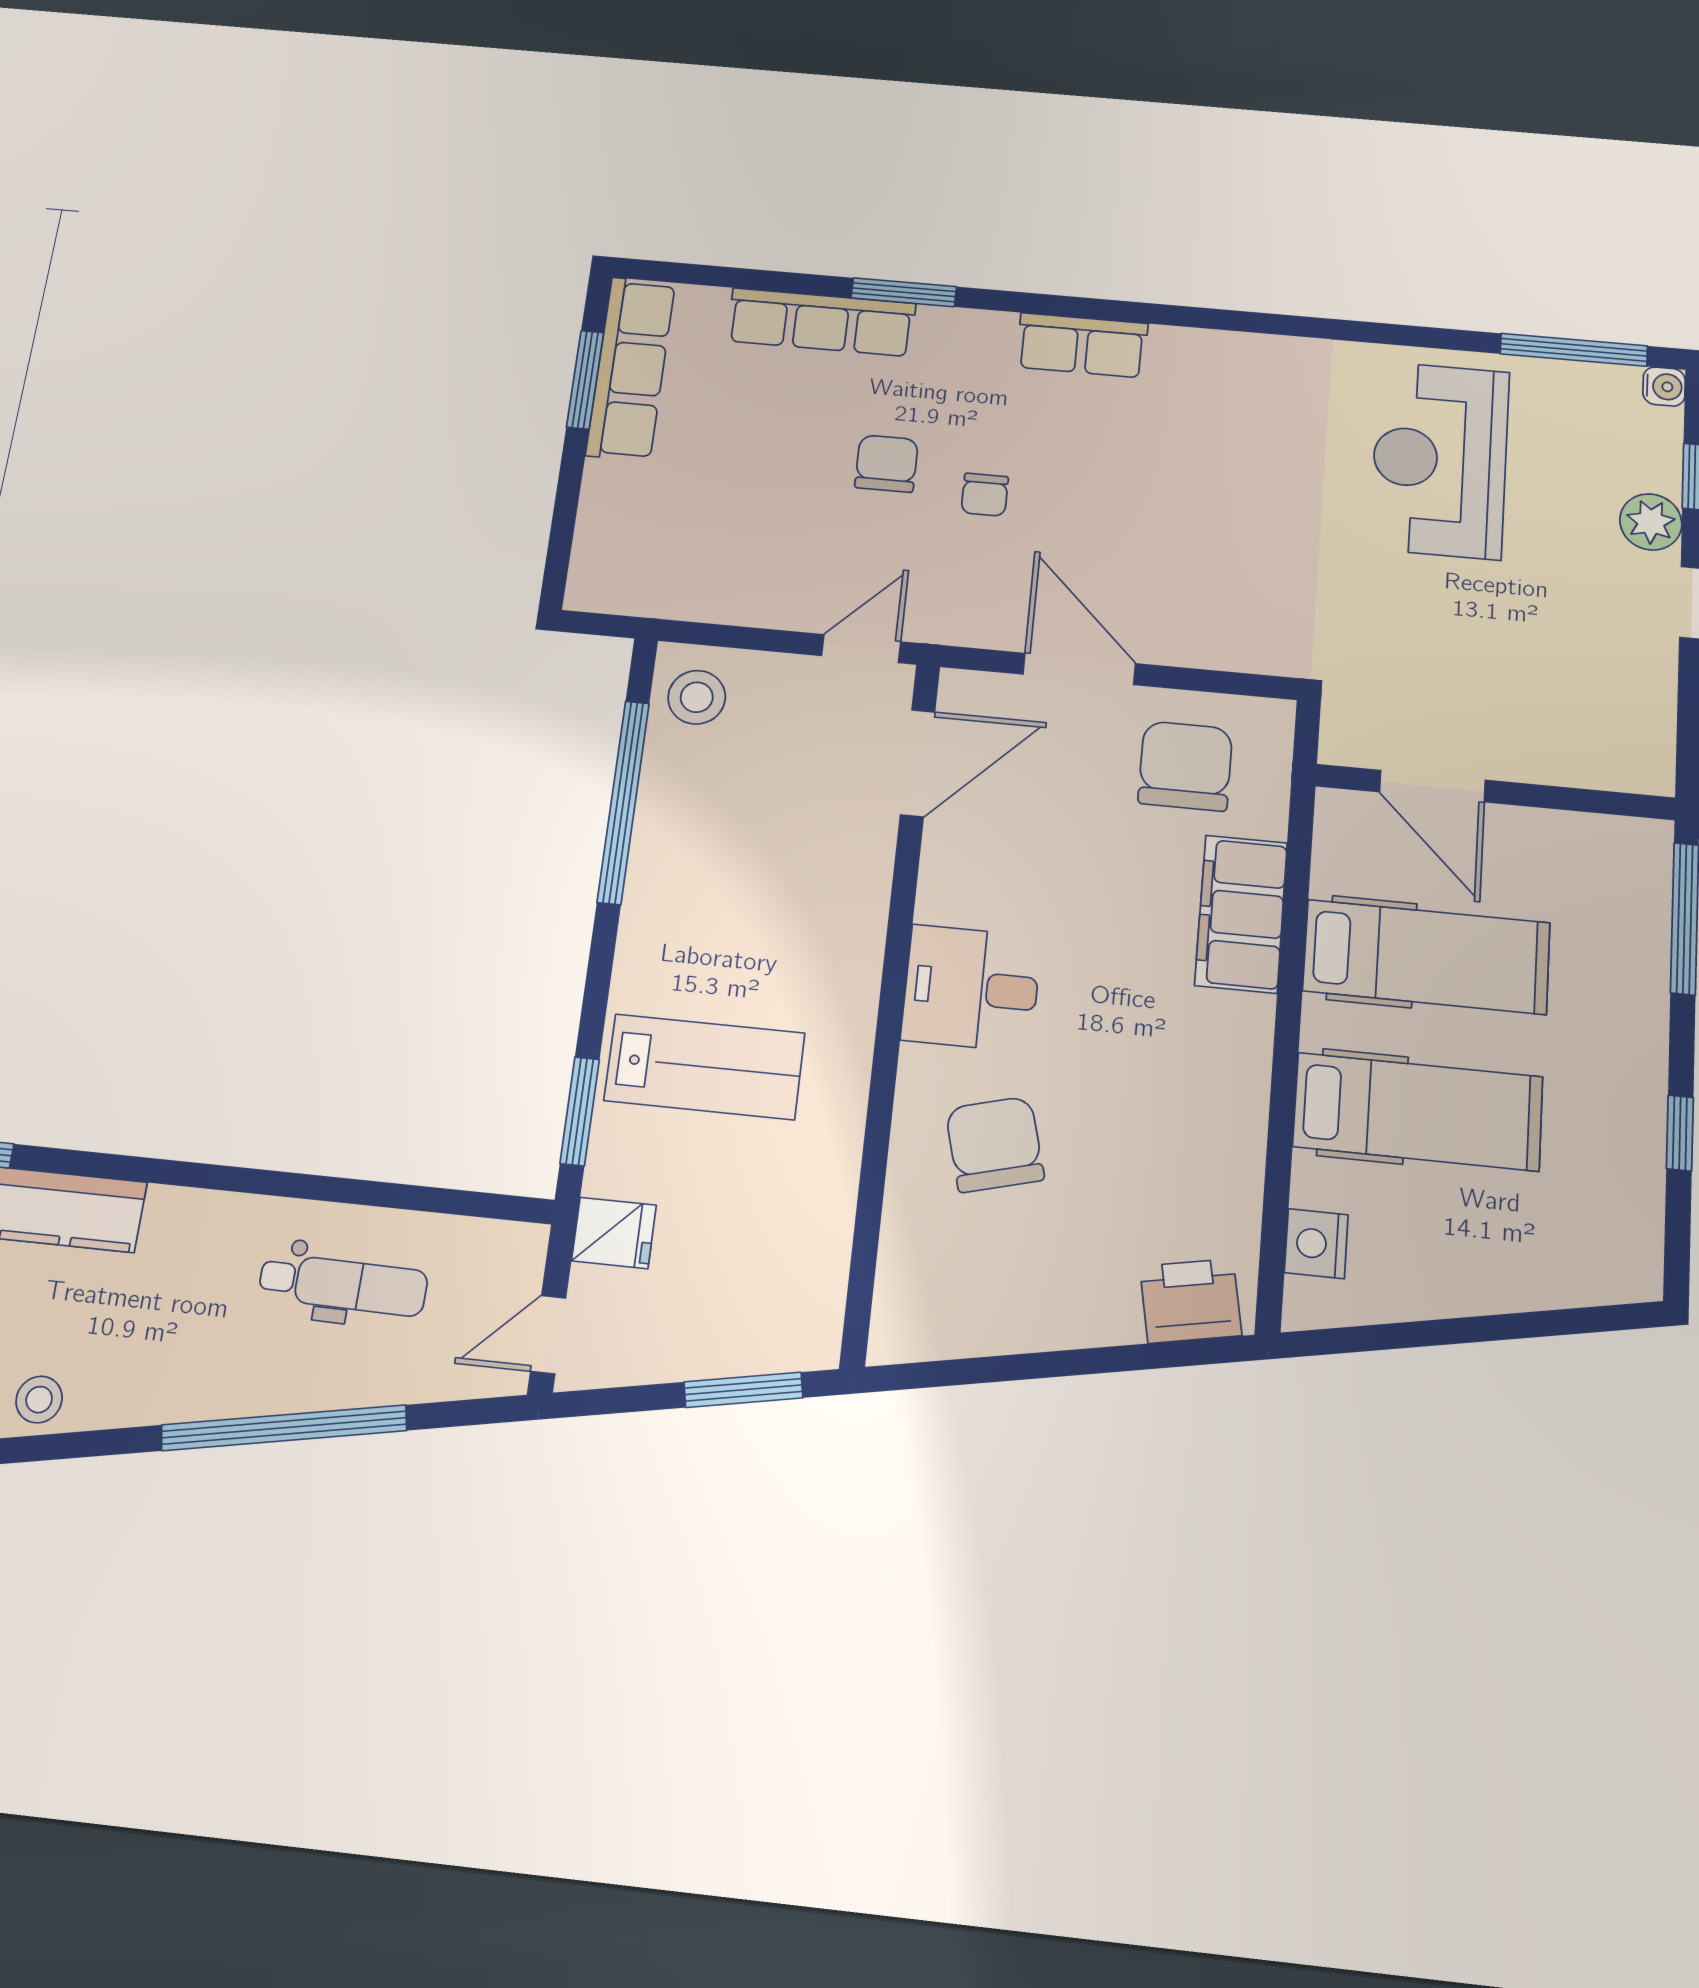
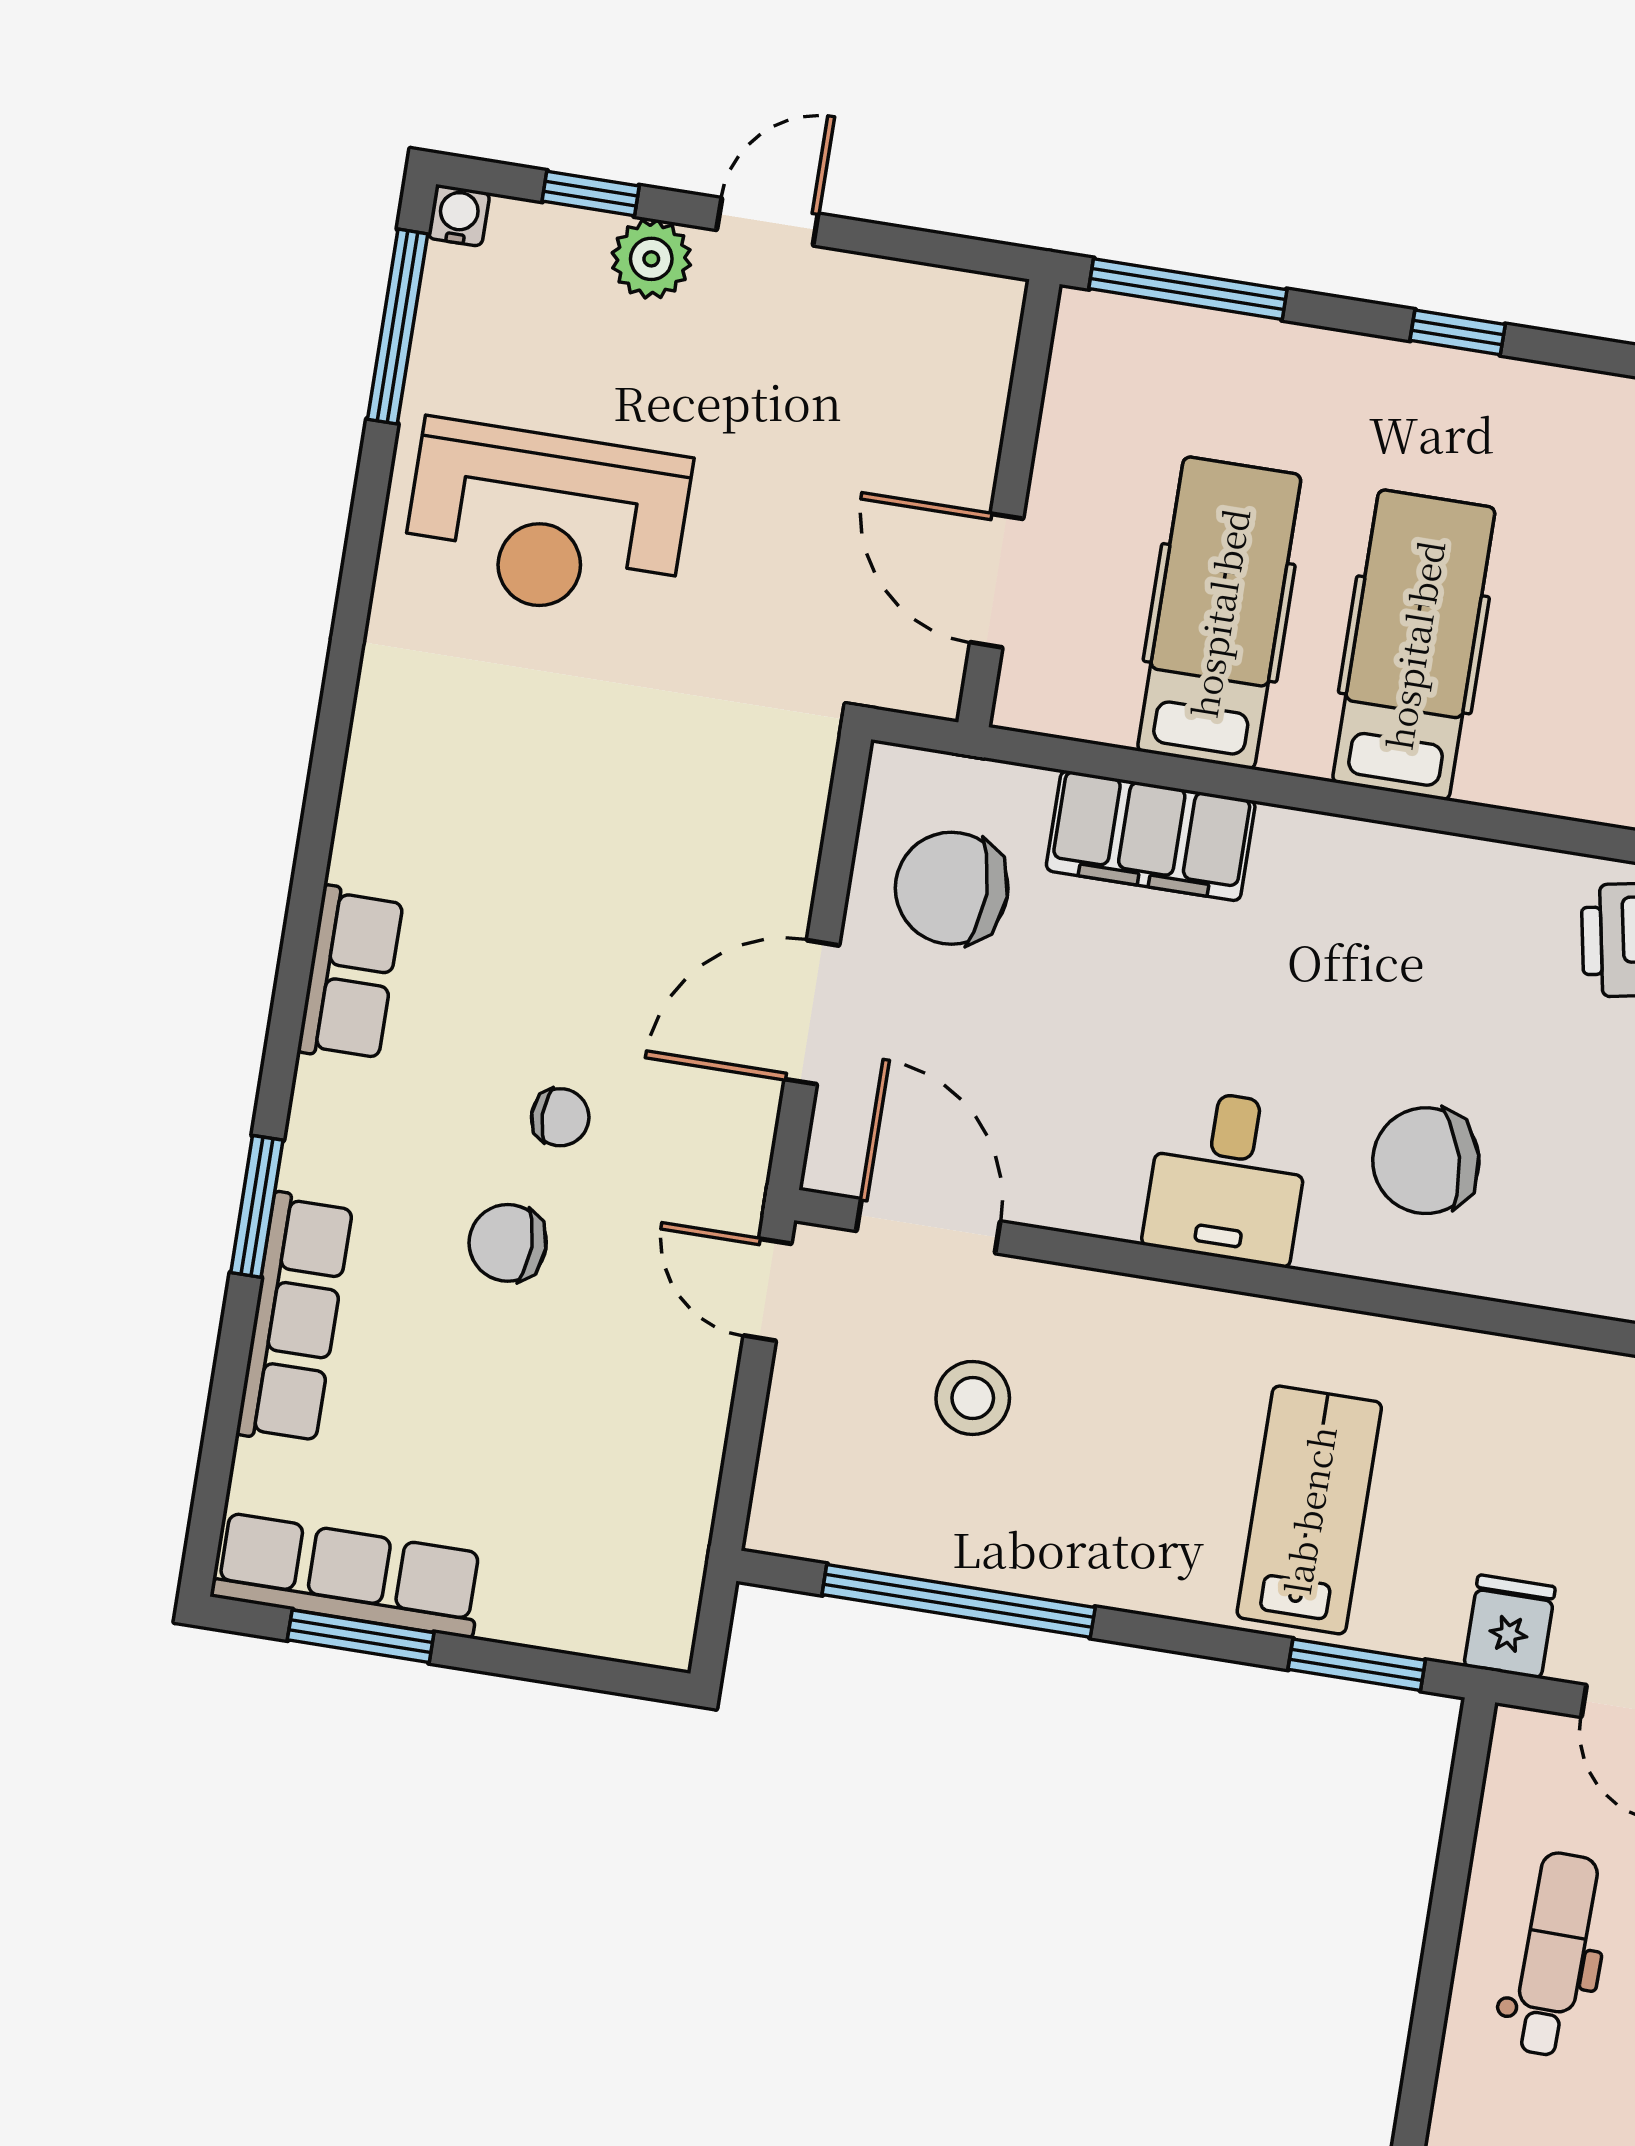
stool: (697, 697) -> (973, 1398), moved
door: (1432, 786) -> (997, 581), swing flipped
nightstand: (1316, 1244) -> (1569, 784), removed

